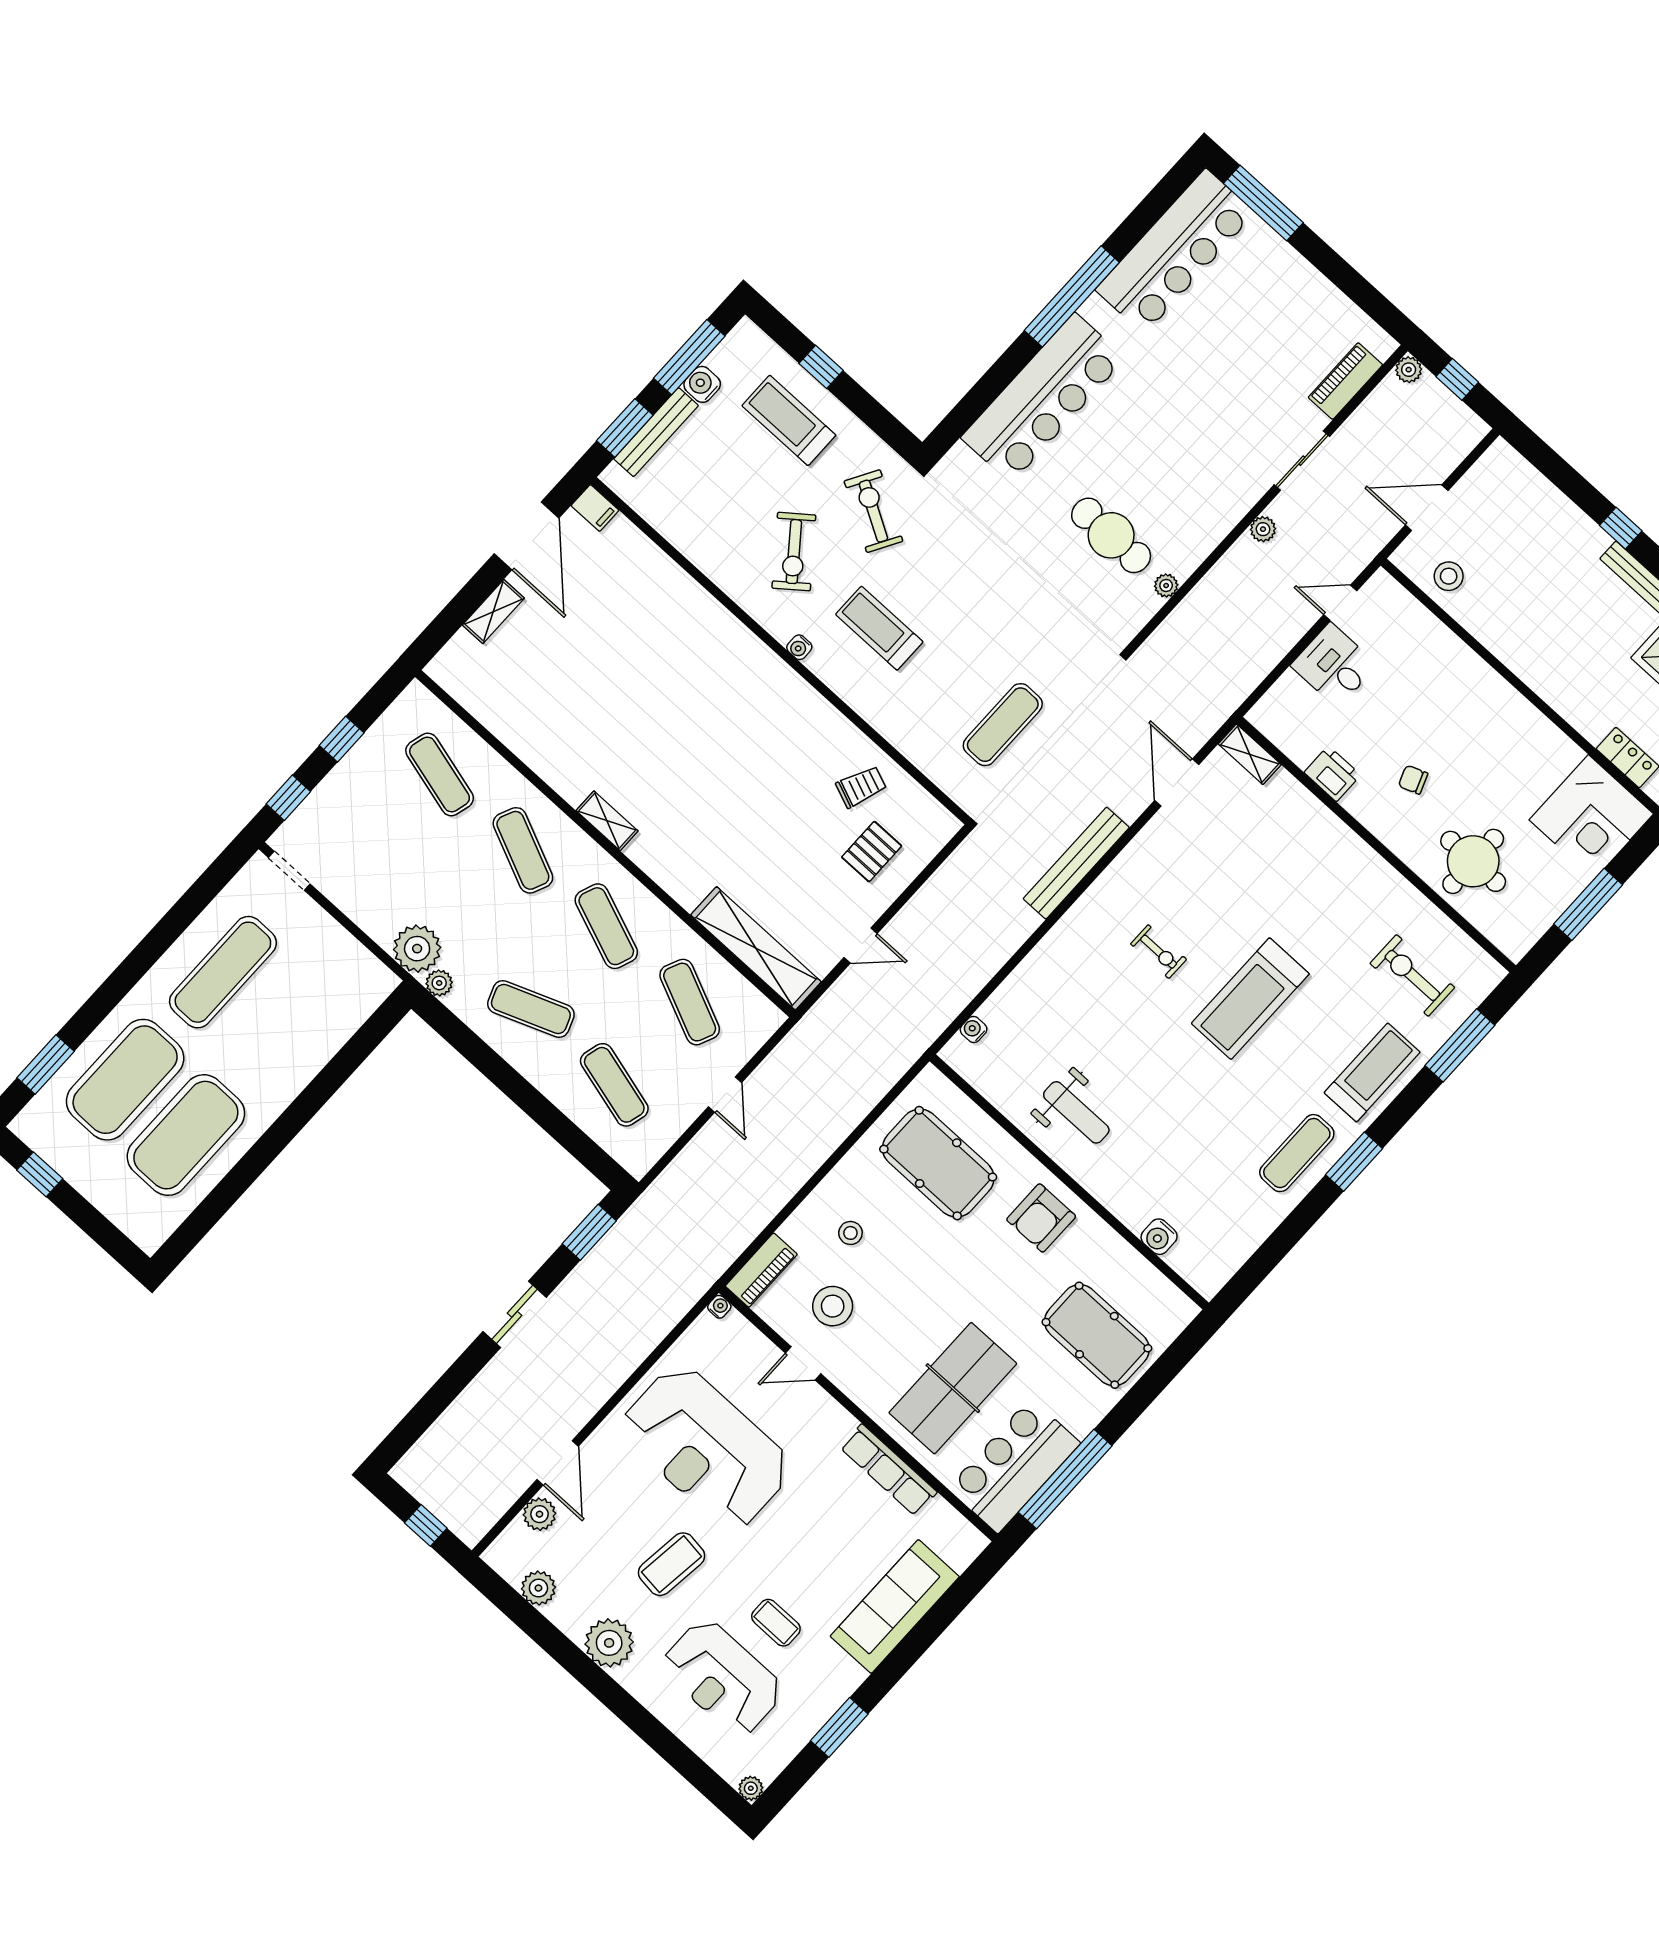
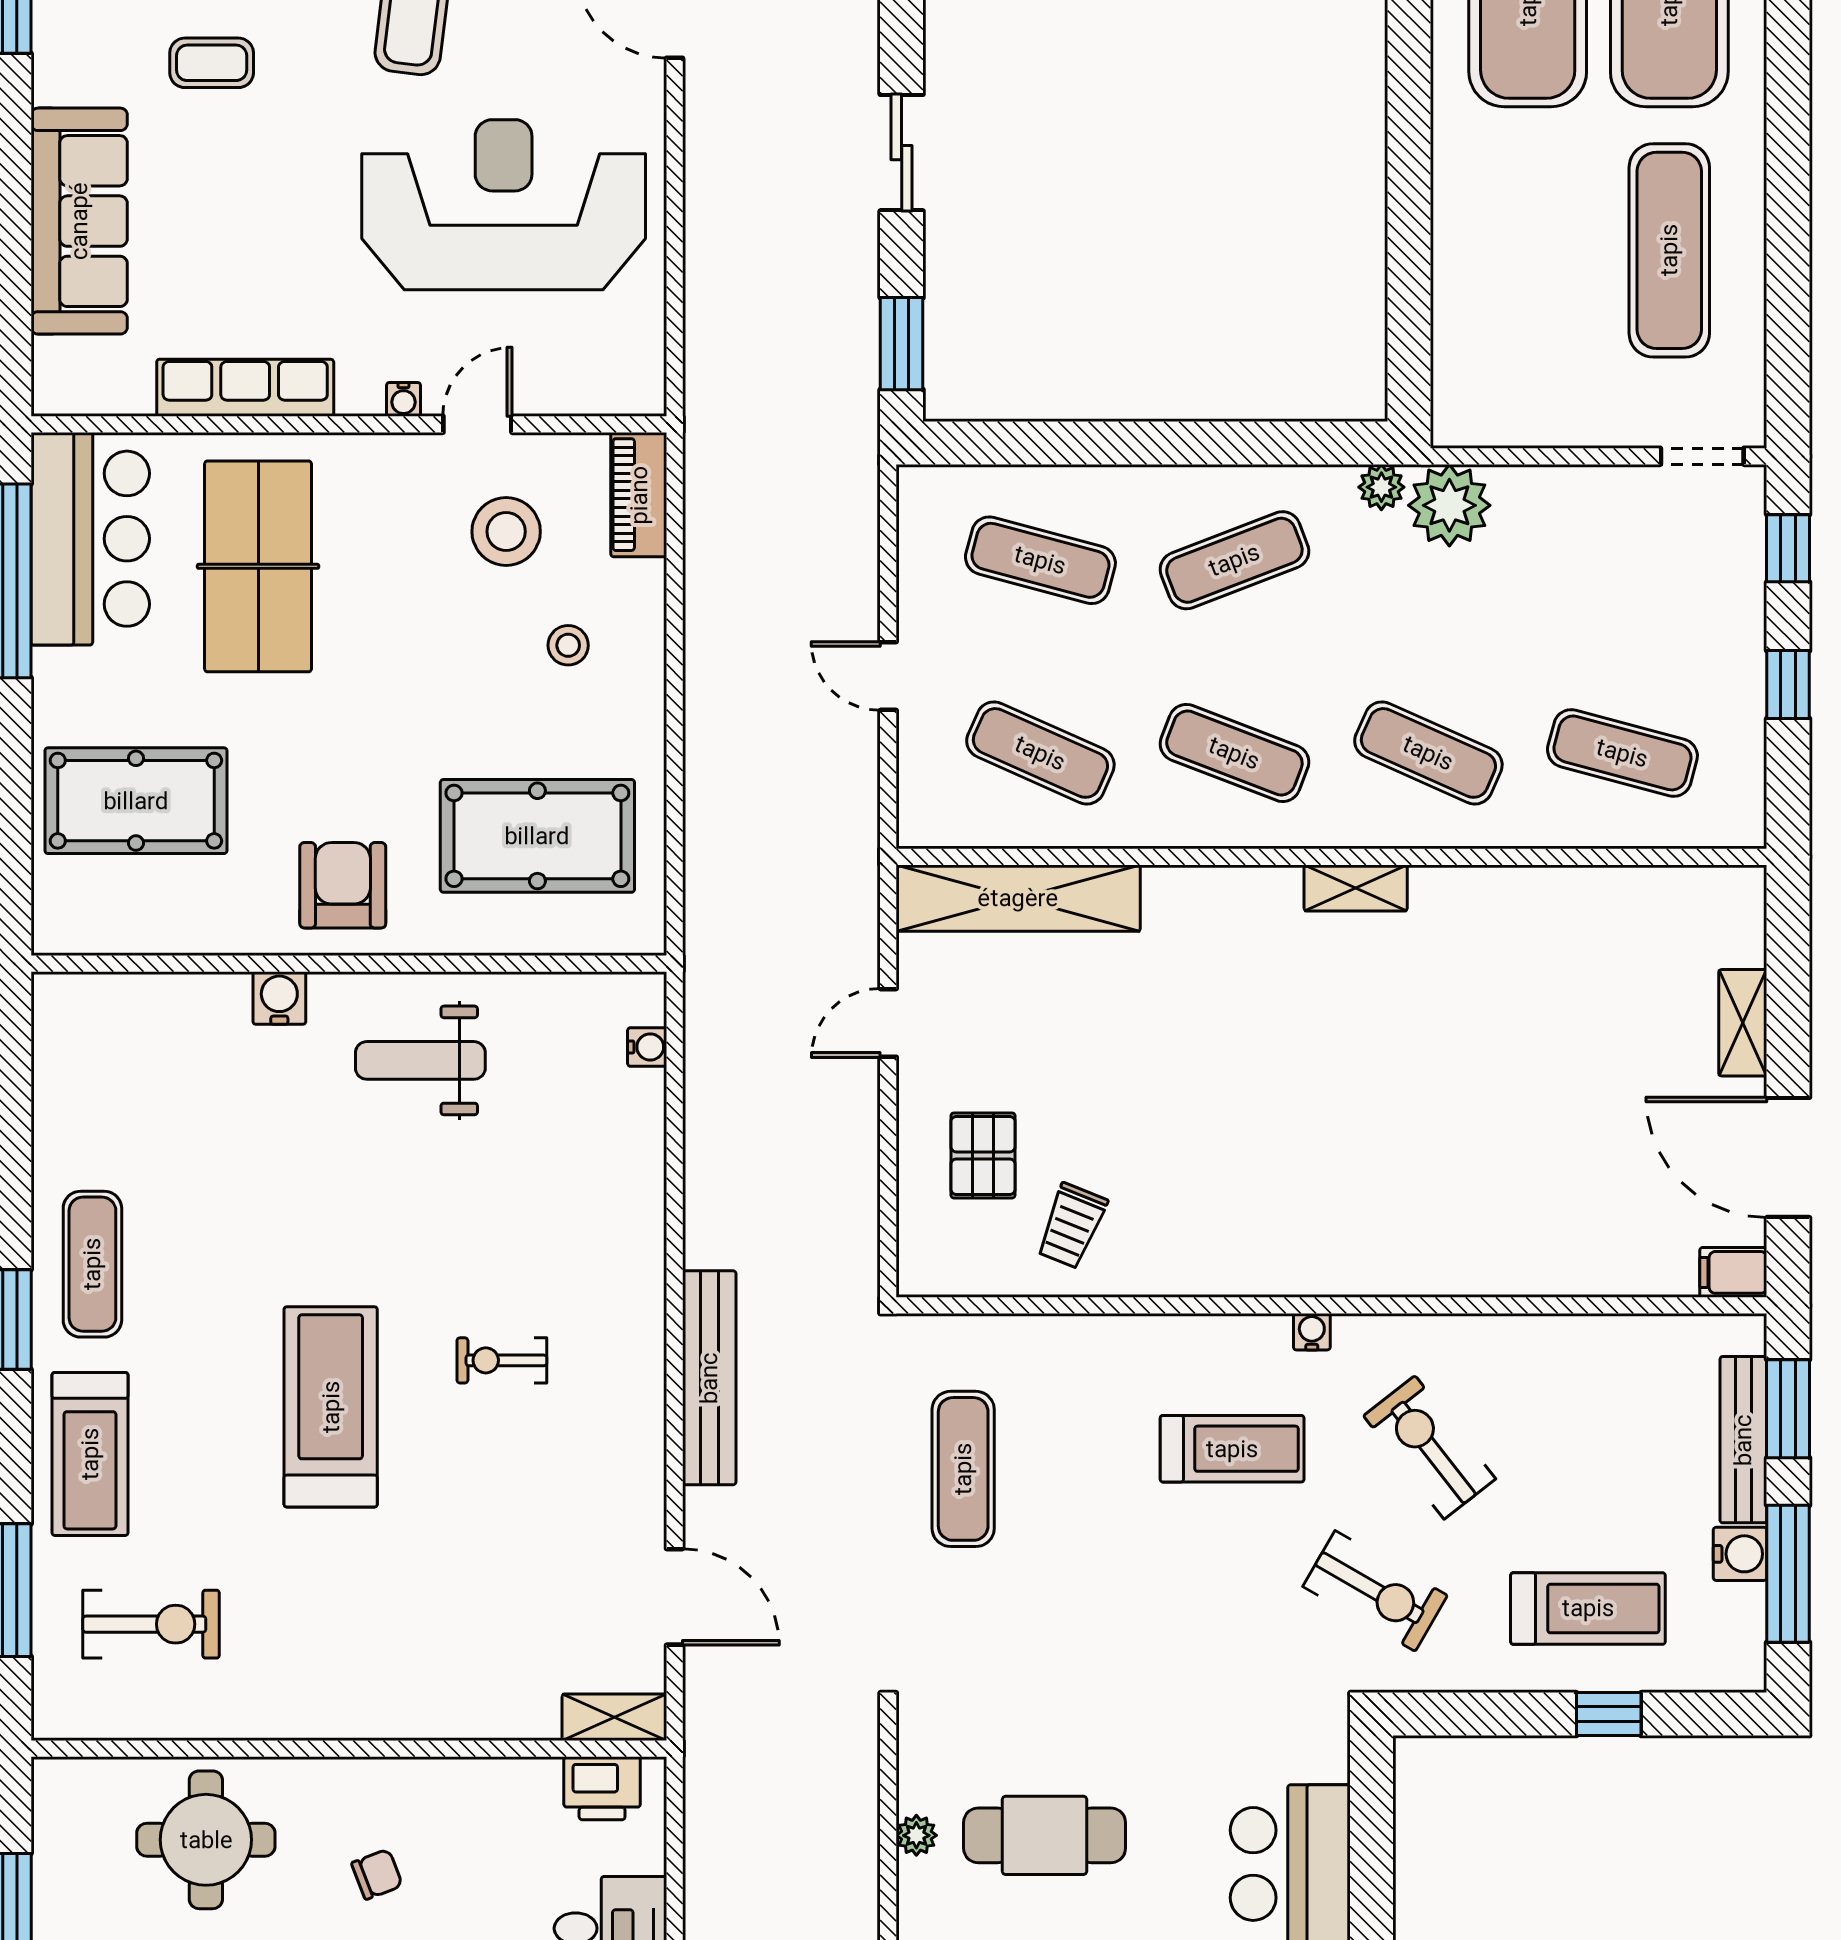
printer: (1332, 774) -> (602, 1788), moved
water cooler: (1159, 1237) -> (279, 998), moved
water cooler: (719, 1307) -> (403, 399), moved

